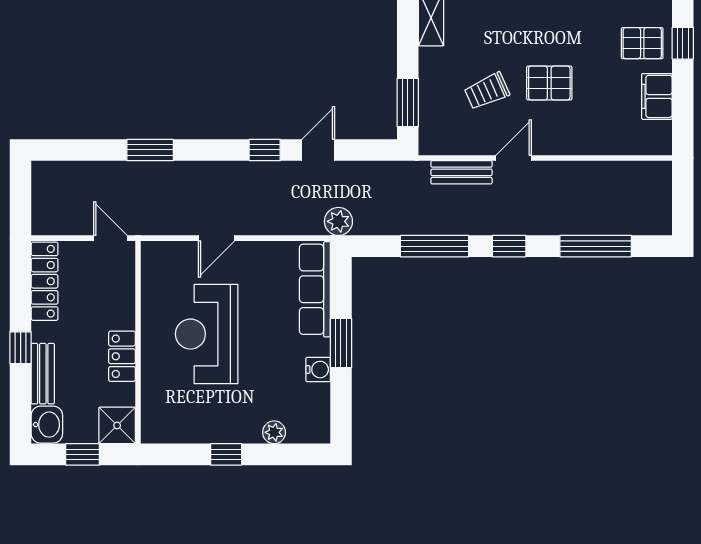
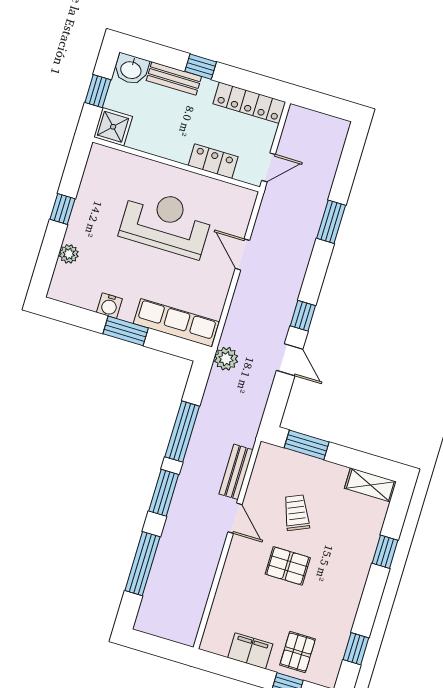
pallet: (549, 83) -> (288, 566), turned 90
window: (509, 246) -> (164, 493), width x1.50
locker: (122, 356) -> (213, 161), moved

